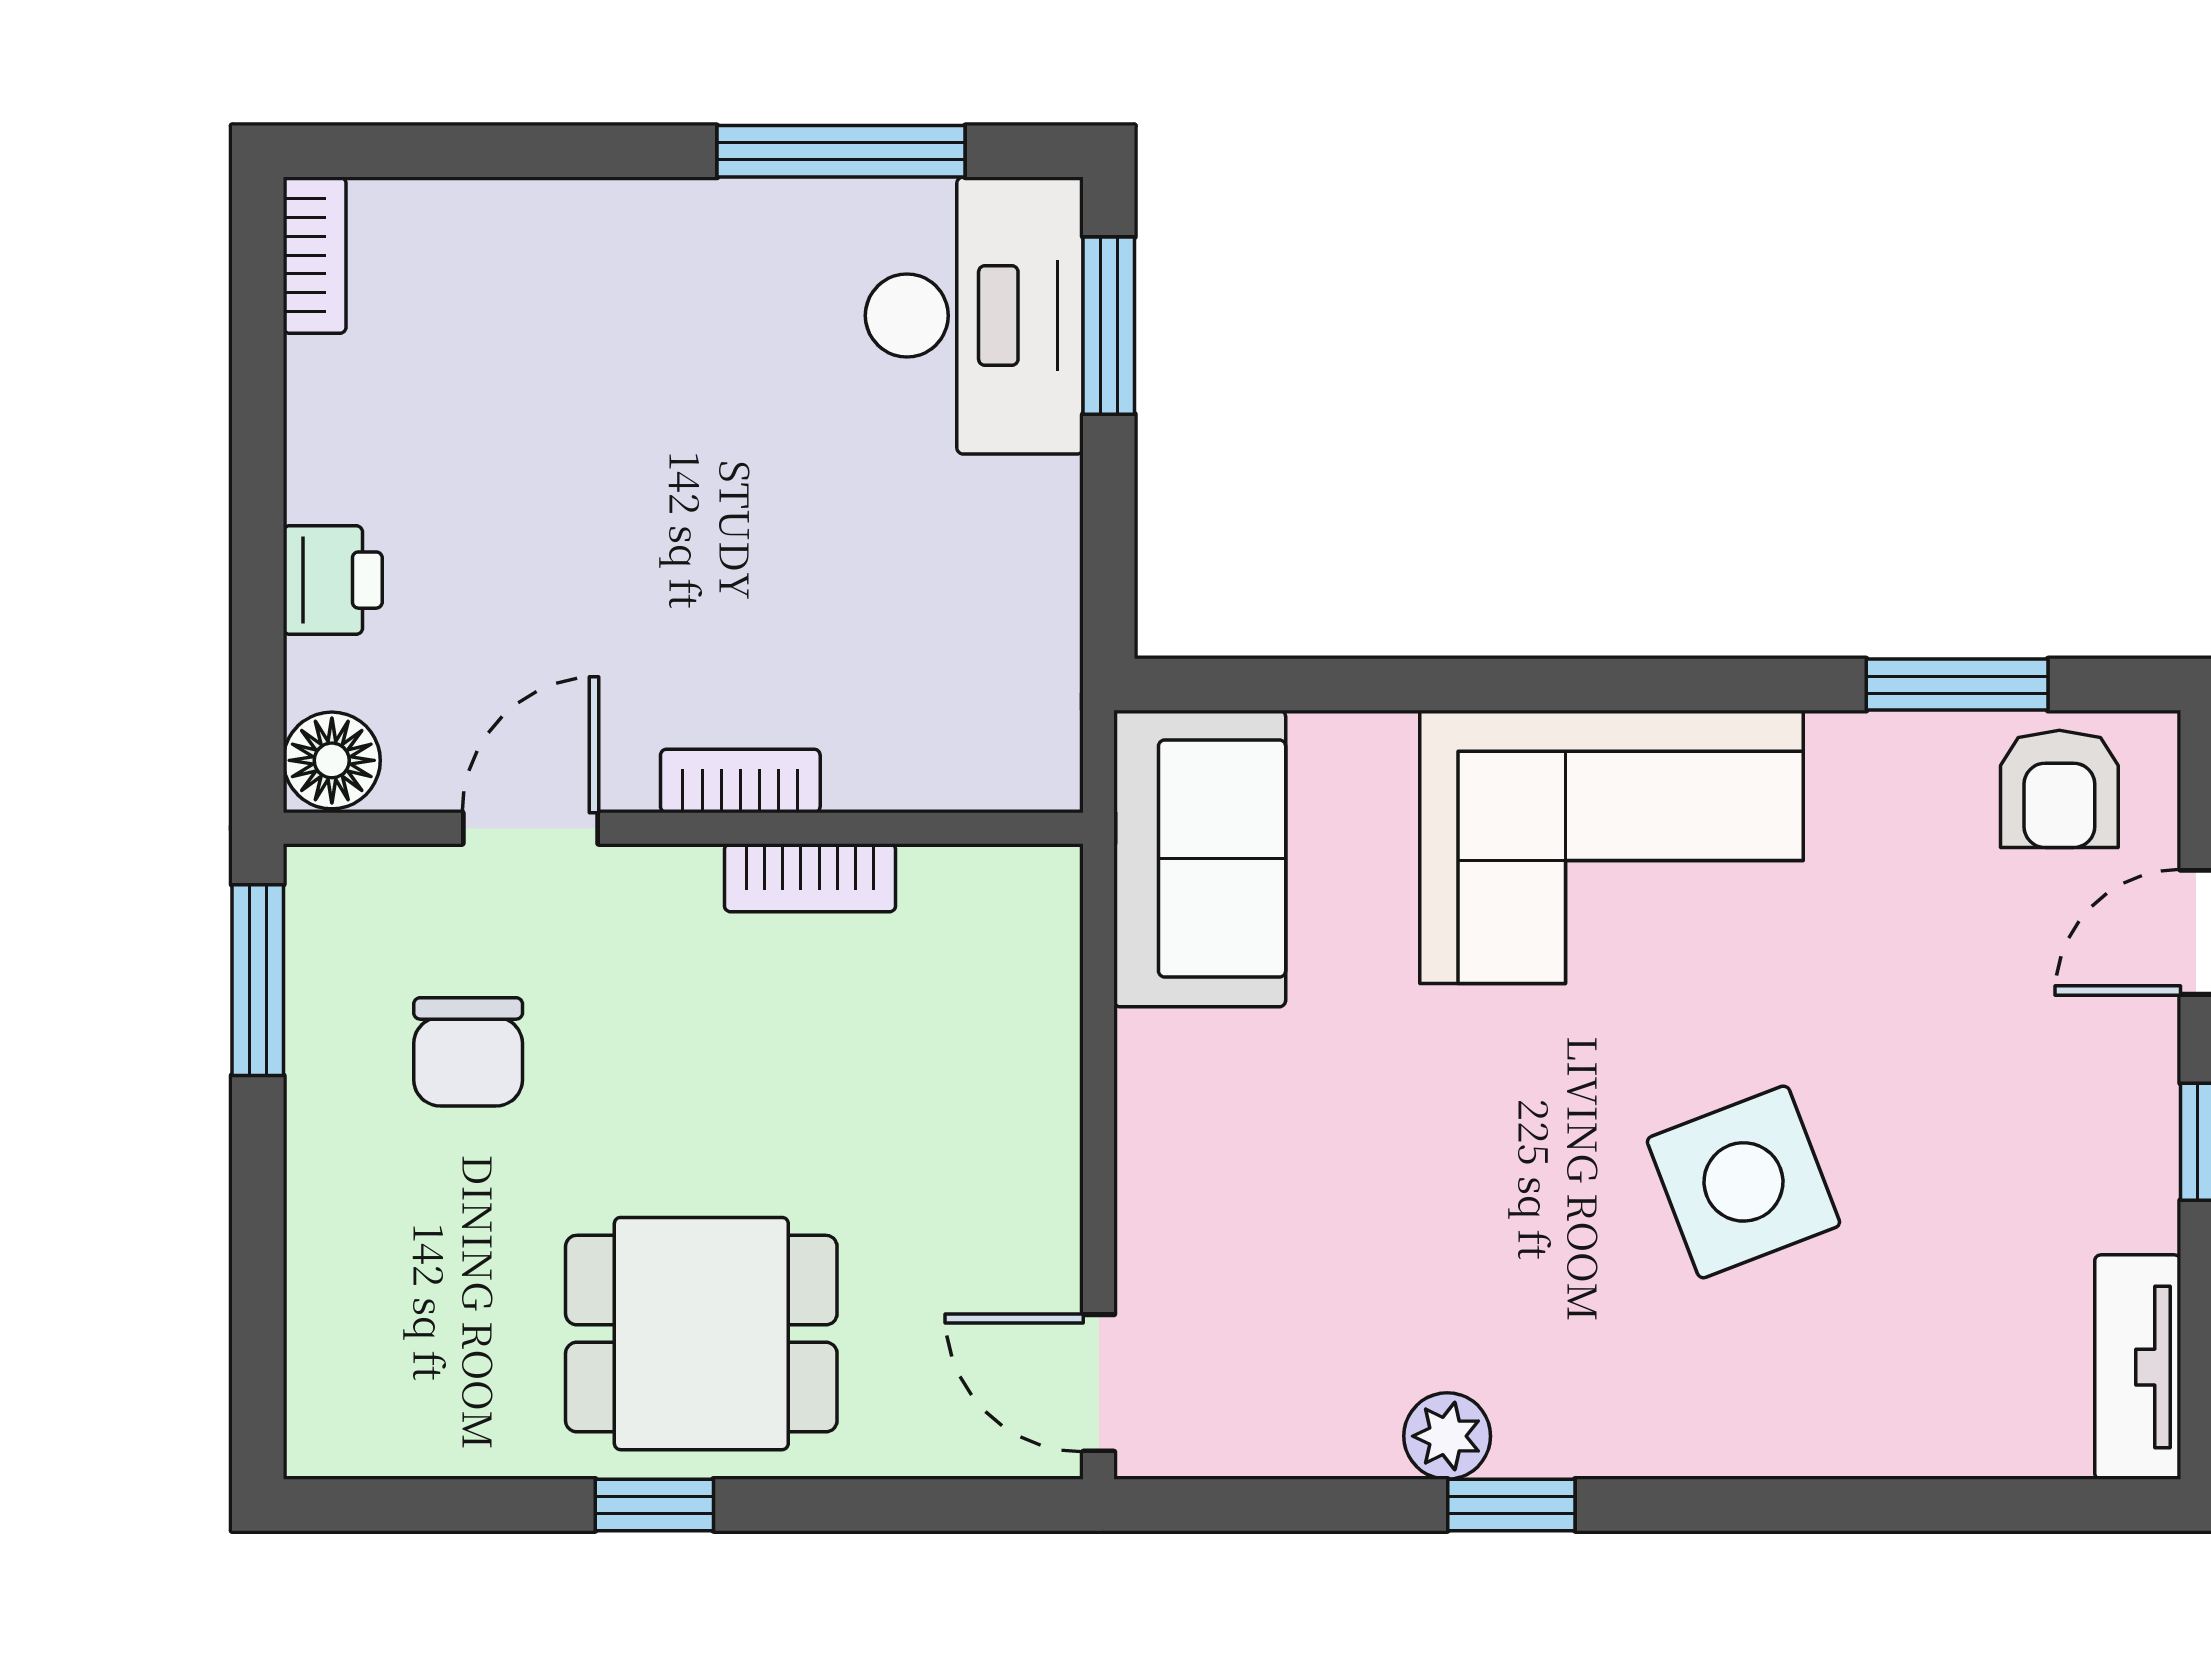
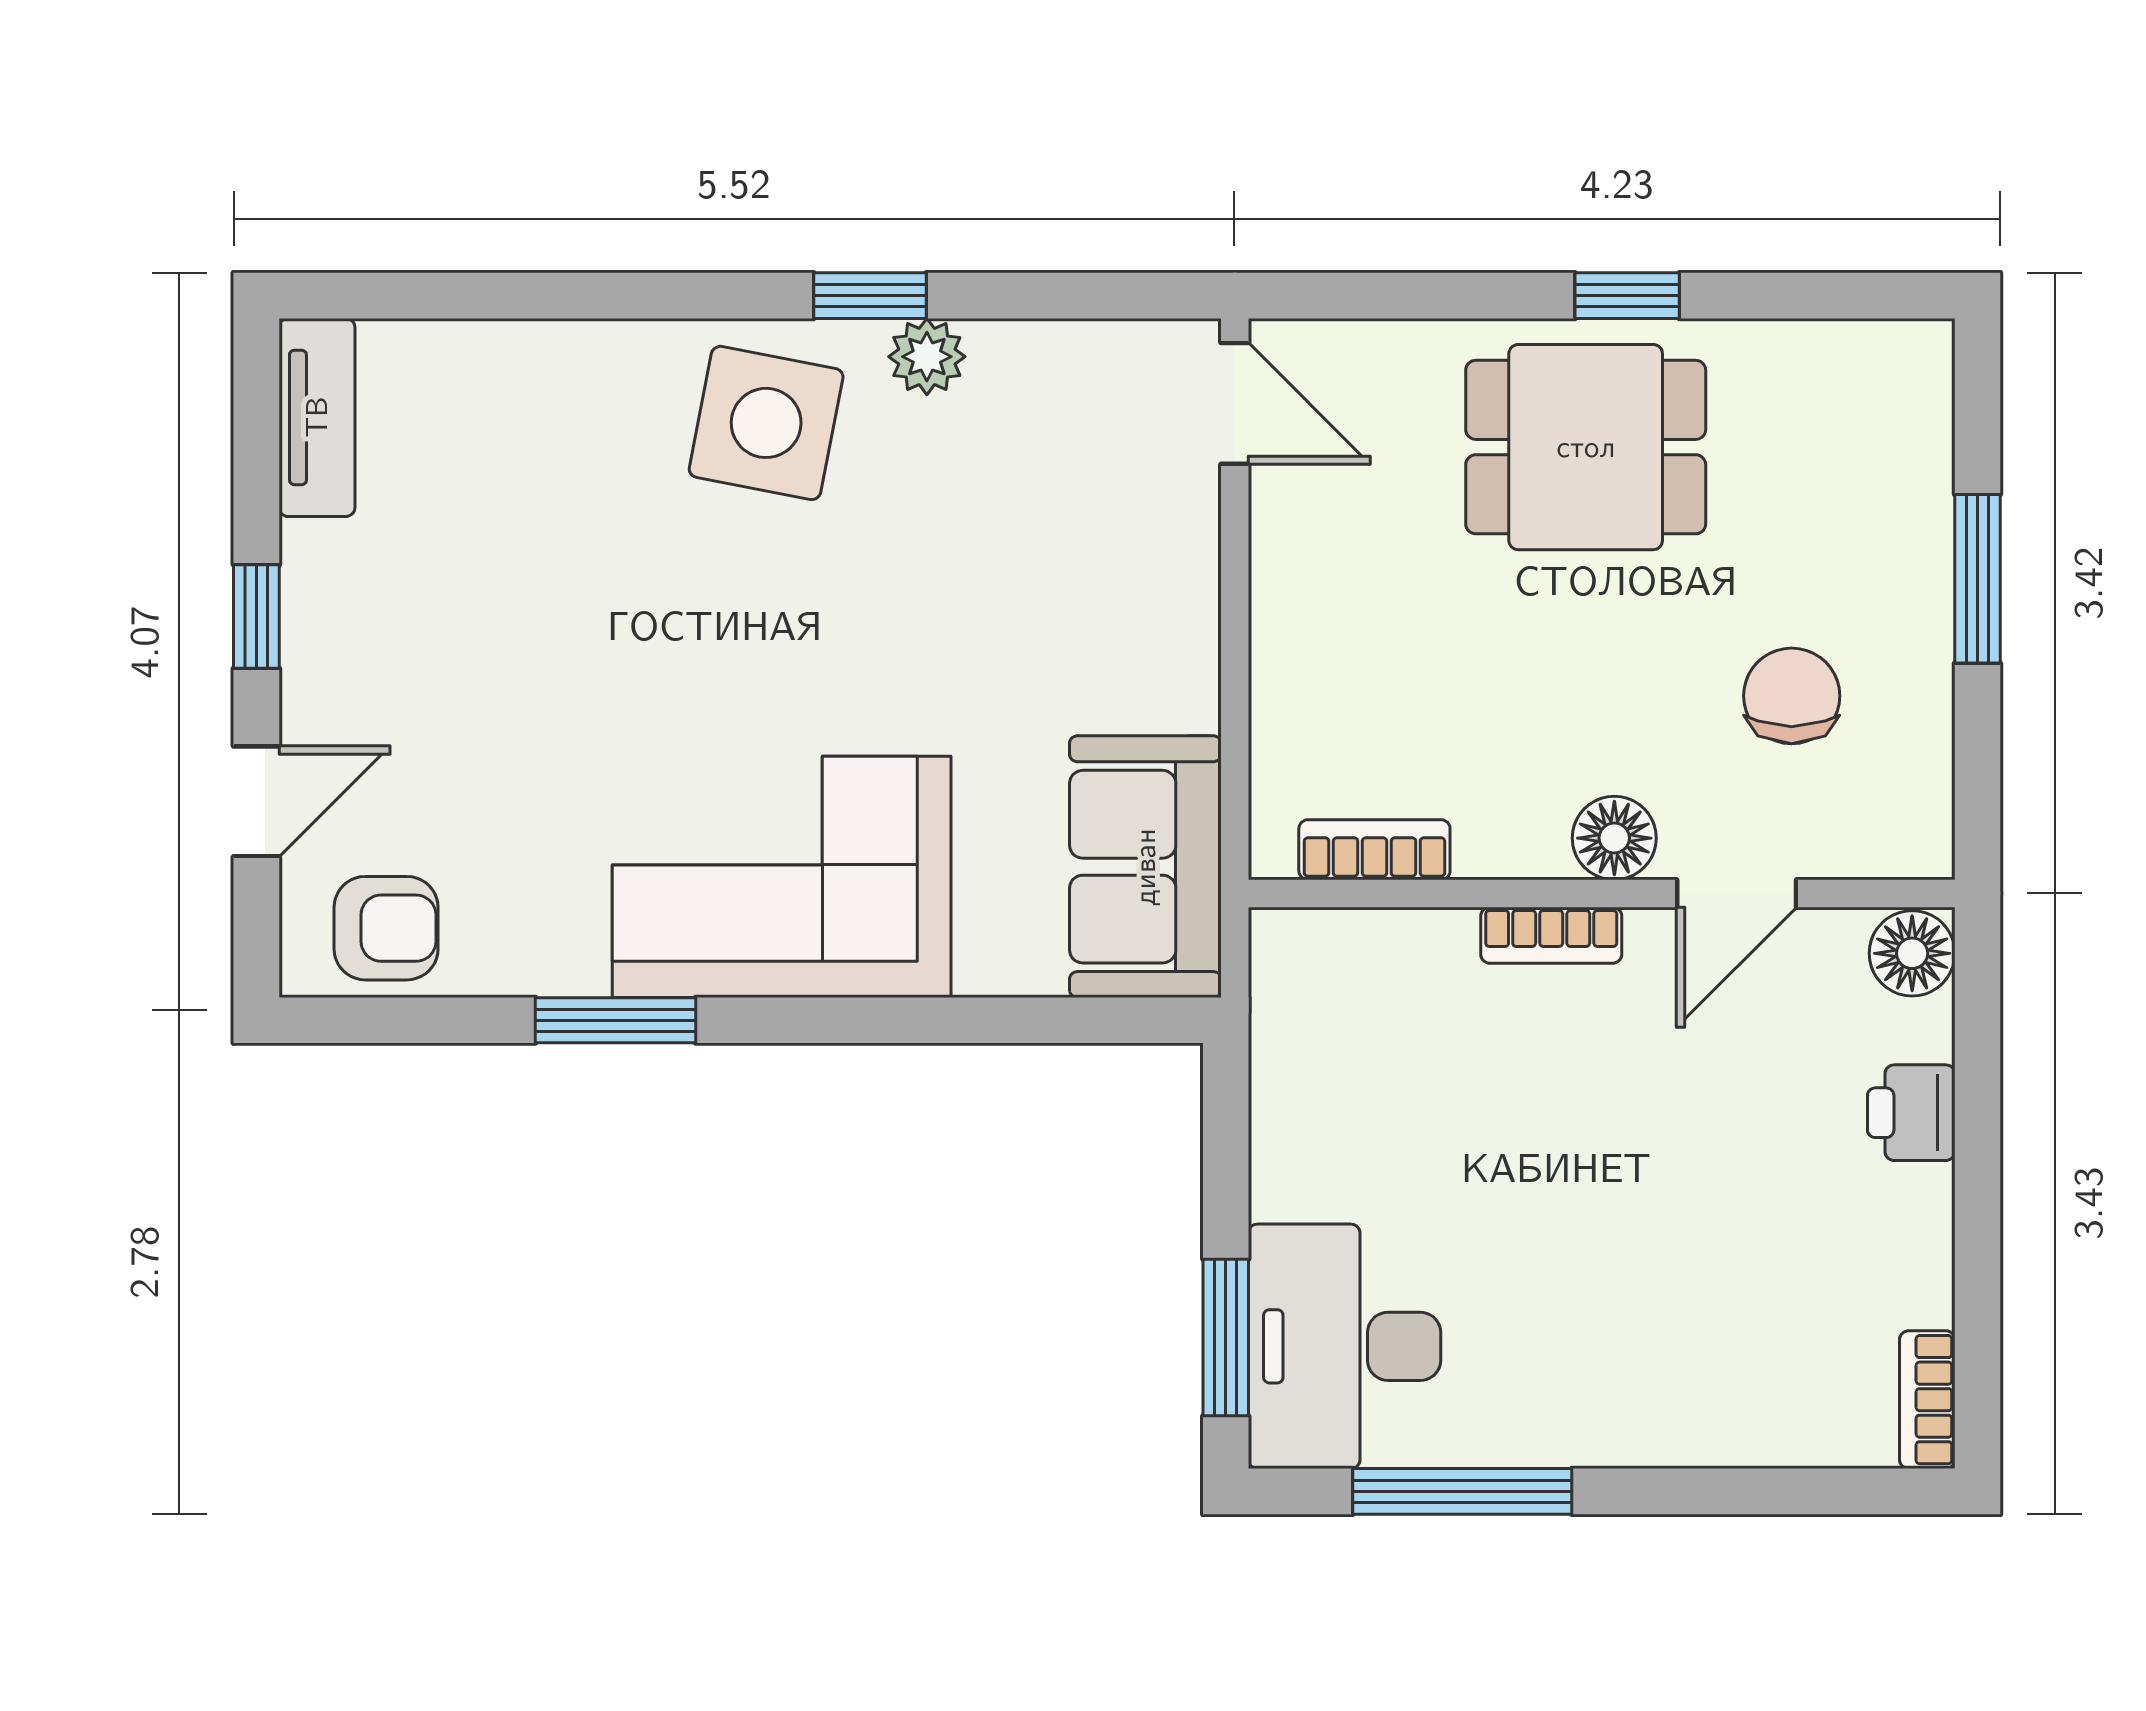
window: (1957, 685) -> (616, 1020), moved
armchair: (2059, 789) -> (386, 928), turned 90
bookcase: (810, 878) -> (1374, 850), moved
floor lamp: (669, 891) -> (1614, 838), added
window: (258, 980) -> (1978, 579), moved
side table: (1743, 1182) -> (766, 423), moved, turned 32

